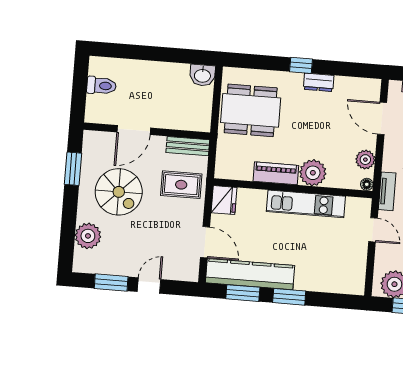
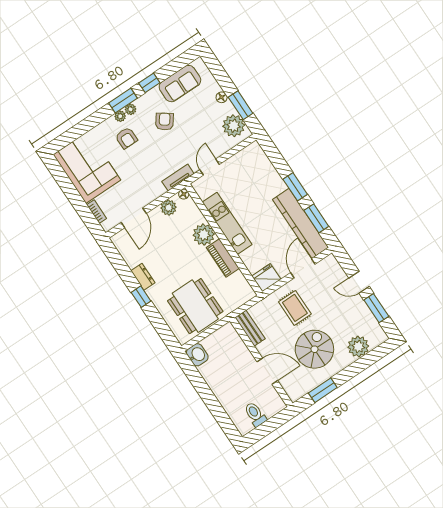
rug: (181, 185) -> (295, 308), moved

